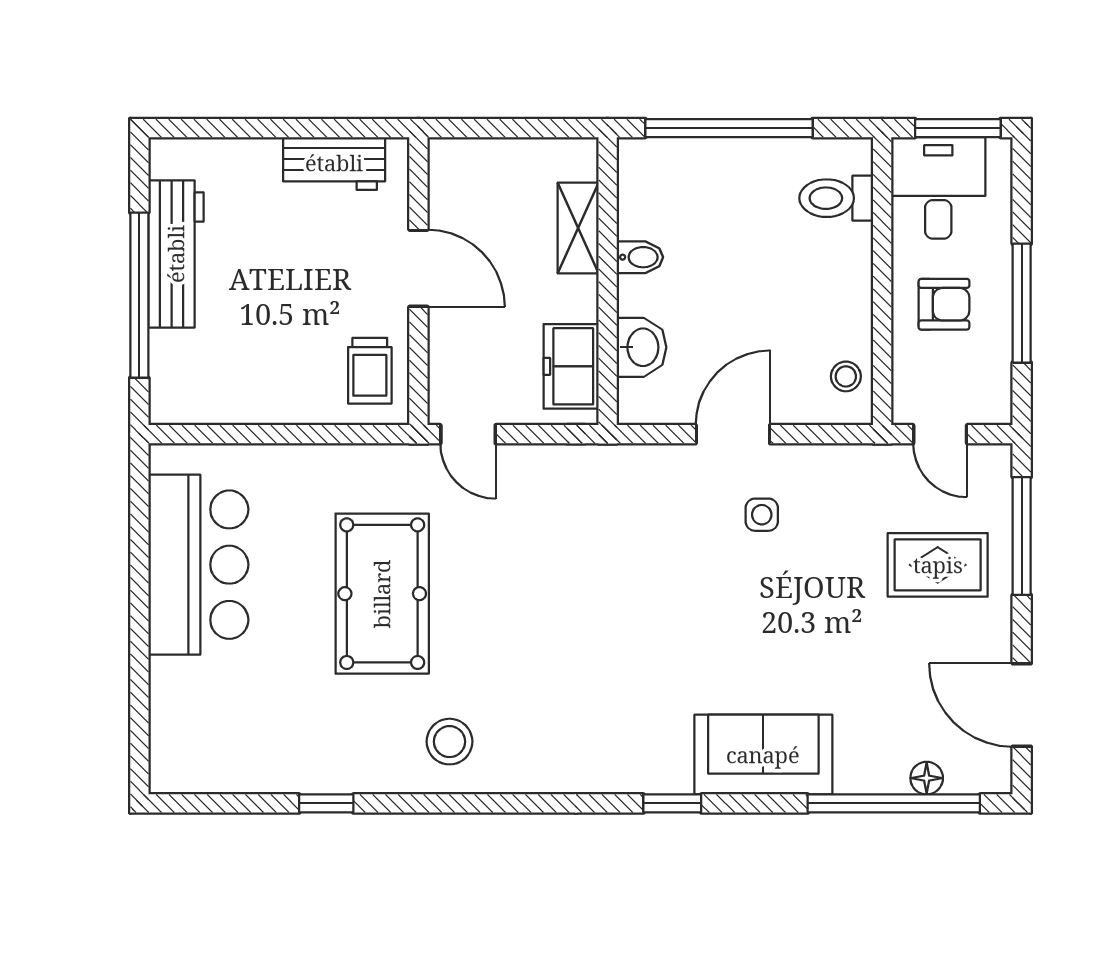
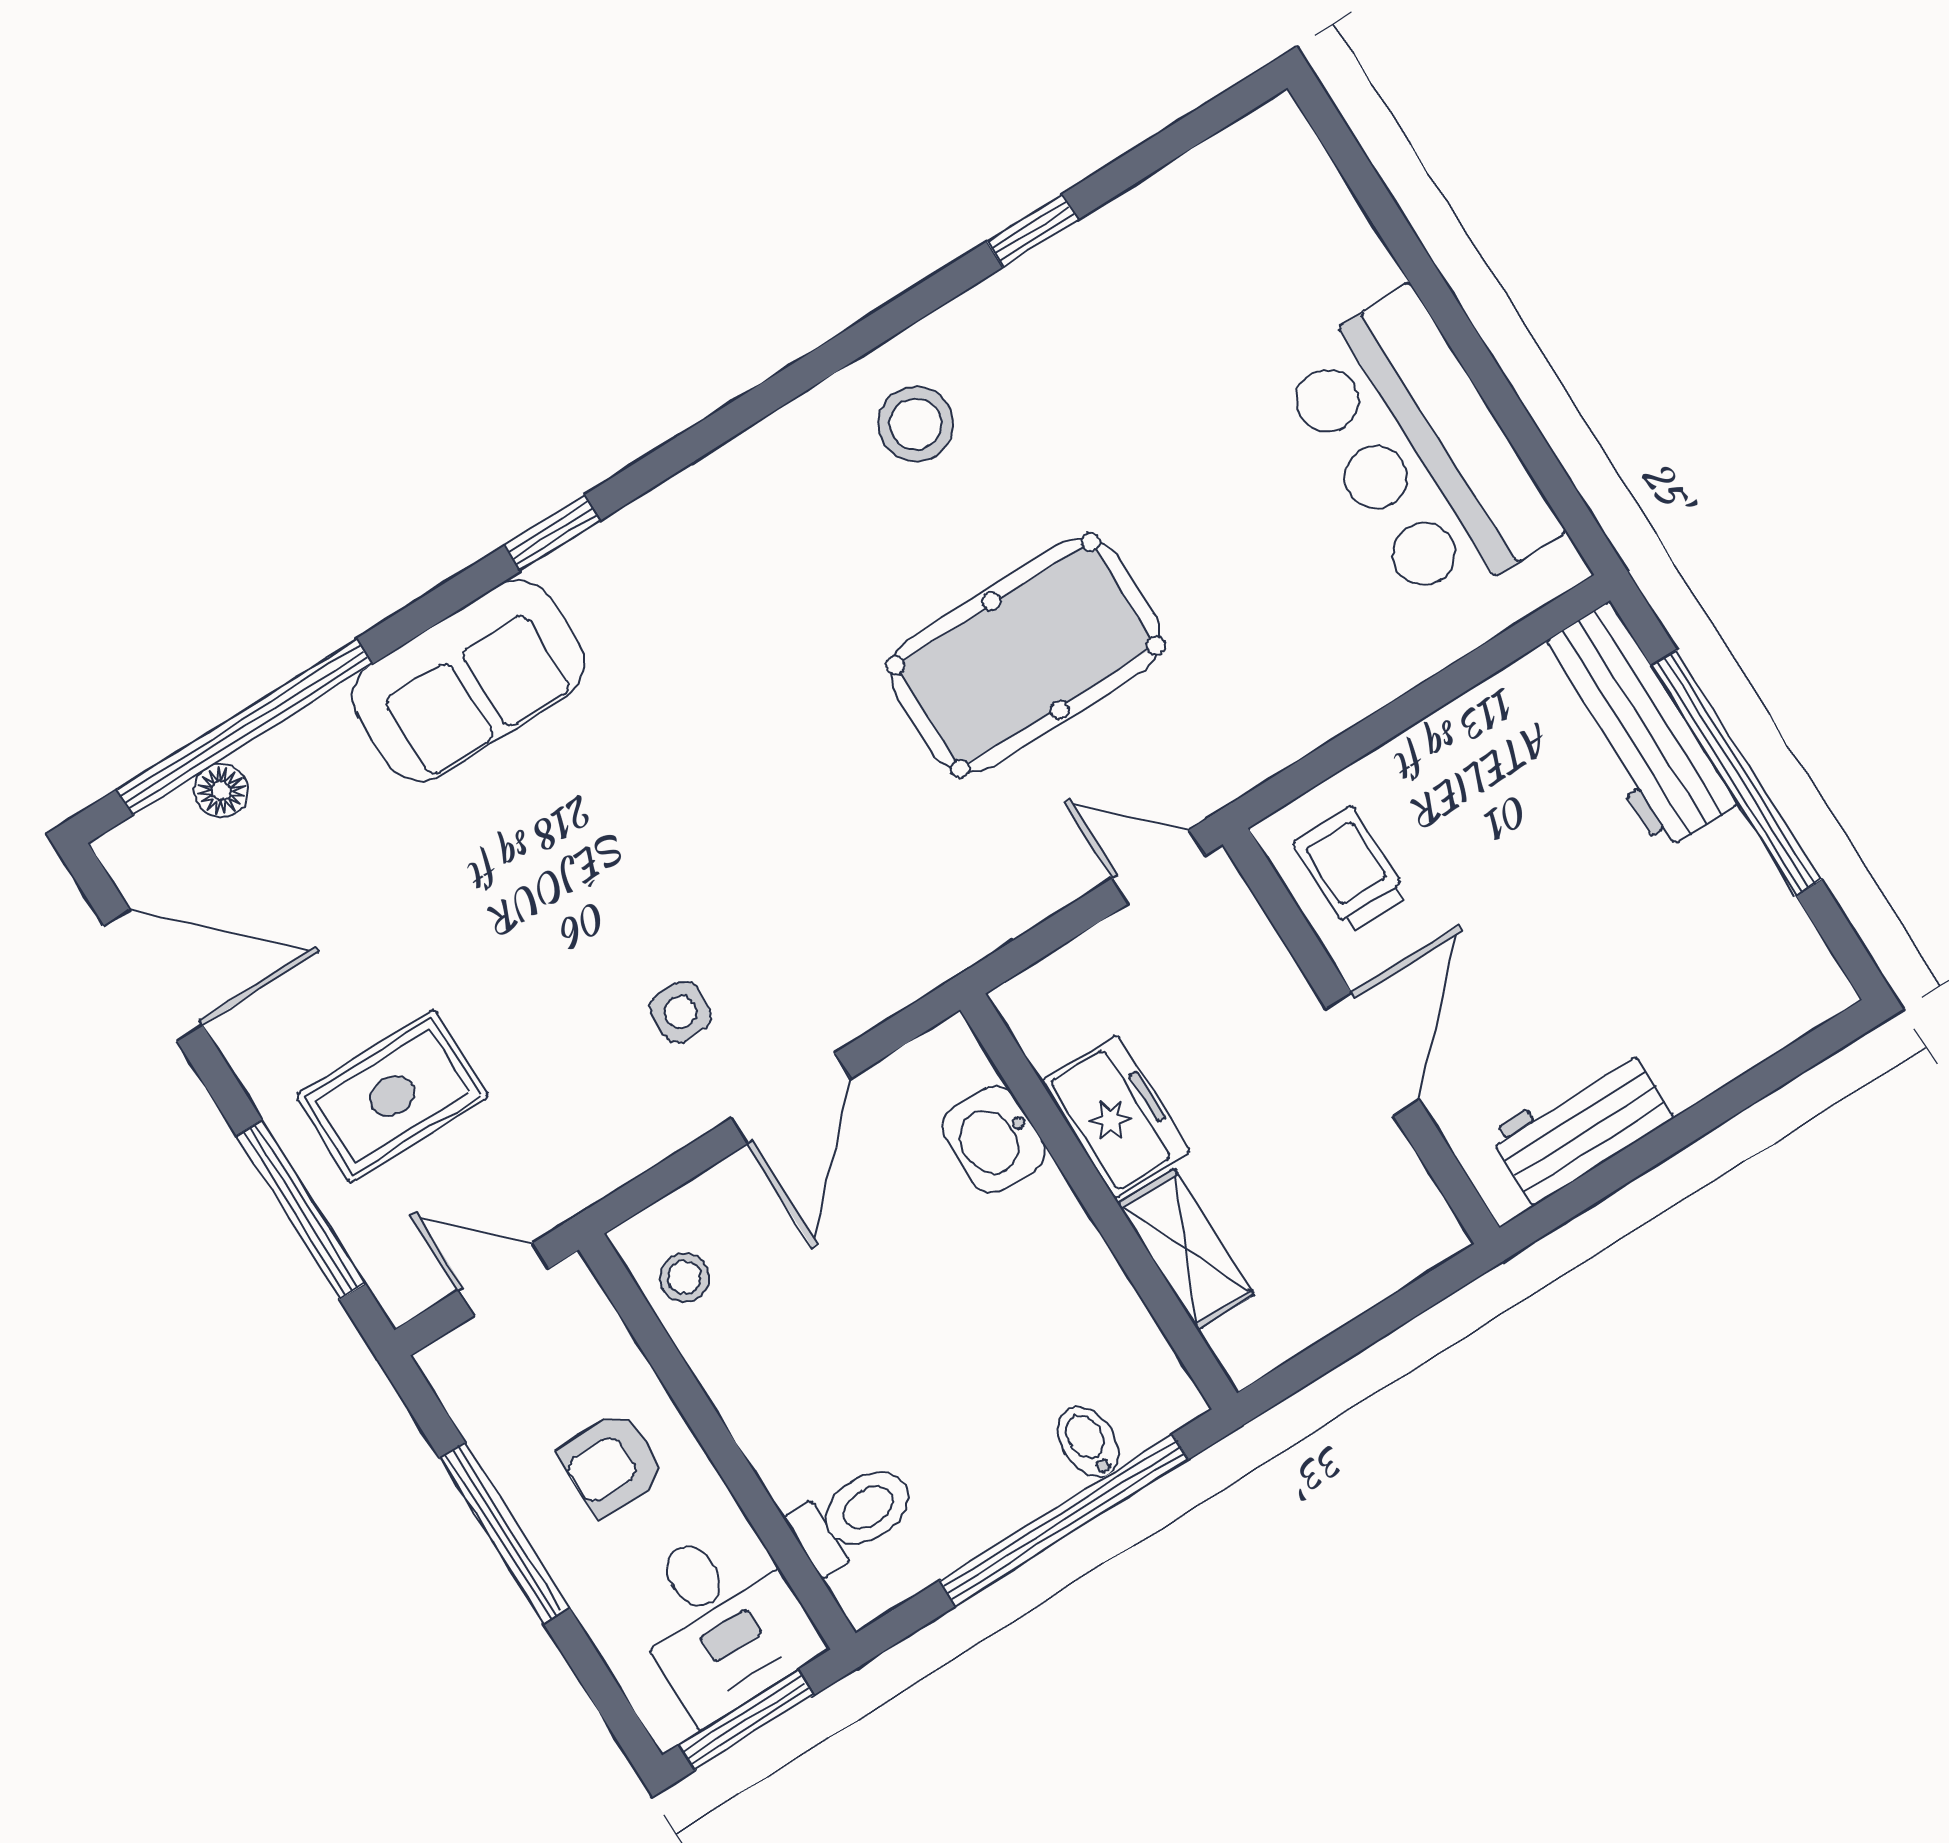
workbench: (176, 254) -> (1636, 726), moved
bidet: (640, 257) -> (1088, 1442), moved, turned 90
door: (418, 268) -> (1372, 1054), swing flipped
freezer: (571, 366) -> (1116, 1116), moved
pool table: (382, 594) -> (1025, 655), moved, turned 90

